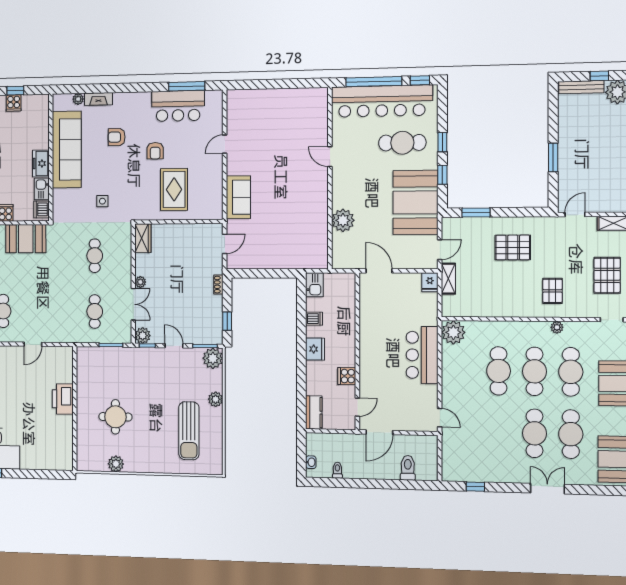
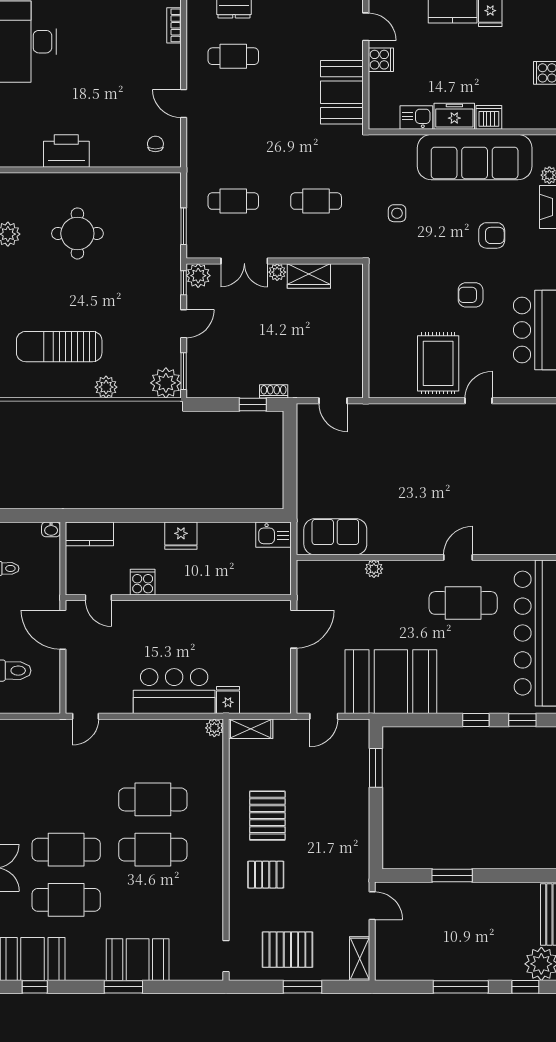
armchair: (117, 137) -> (492, 235), turned 90
cafe table: (402, 143) -> (463, 603), moved, turned 90
door: (225, 144) -> (478, 401), hinge flipped
window: (442, 175) -> (522, 720), moved
rug: (174, 189) -> (438, 363), moved, turned 90
sofa: (238, 197) -> (335, 537), moved, turned 180
dishwasher: (41, 209) -> (489, 117), moved
plant: (343, 220) -> (374, 569), width x0.53, depth x0.53
wardrobe: (143, 238) -> (309, 276), moved
pallet: (513, 247) -> (267, 816), moved
door: (440, 250) -> (324, 716), hinge flipped
shelving: (448, 279) -> (251, 729), moved
fridge: (430, 282) -> (228, 700), moved, turned 90
dishwasher: (314, 319) -> (225, 534), removed
window: (227, 321) -> (253, 405), moved
plant: (557, 327) -> (215, 881), removed
plant: (453, 332) -> (214, 728), width x0.53, depth x0.53
chair: (58, 363) -> (155, 144), added
cafe table: (571, 372) -> (153, 900), removed
printer: (63, 399) -> (66, 151), moved
washbasin: (311, 462) -> (51, 529), moved

